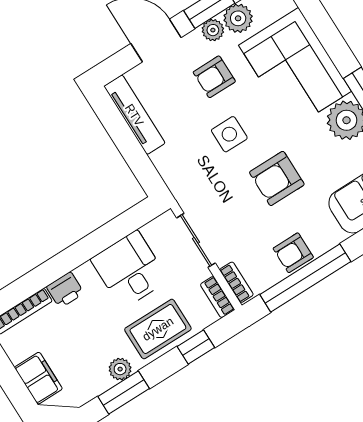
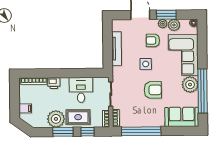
tv unit: (134, 115) -> (117, 49), moved
armchair: (277, 178) -> (153, 90), turned 180
armchair: (293, 253) -> (142, 120), removed
plant: (120, 369) -> (56, 119), width x1.88, depth x1.88
filing cabinet: (38, 378) -> (25, 108), width x0.50
window: (124, 392) -> (63, 132), moved

